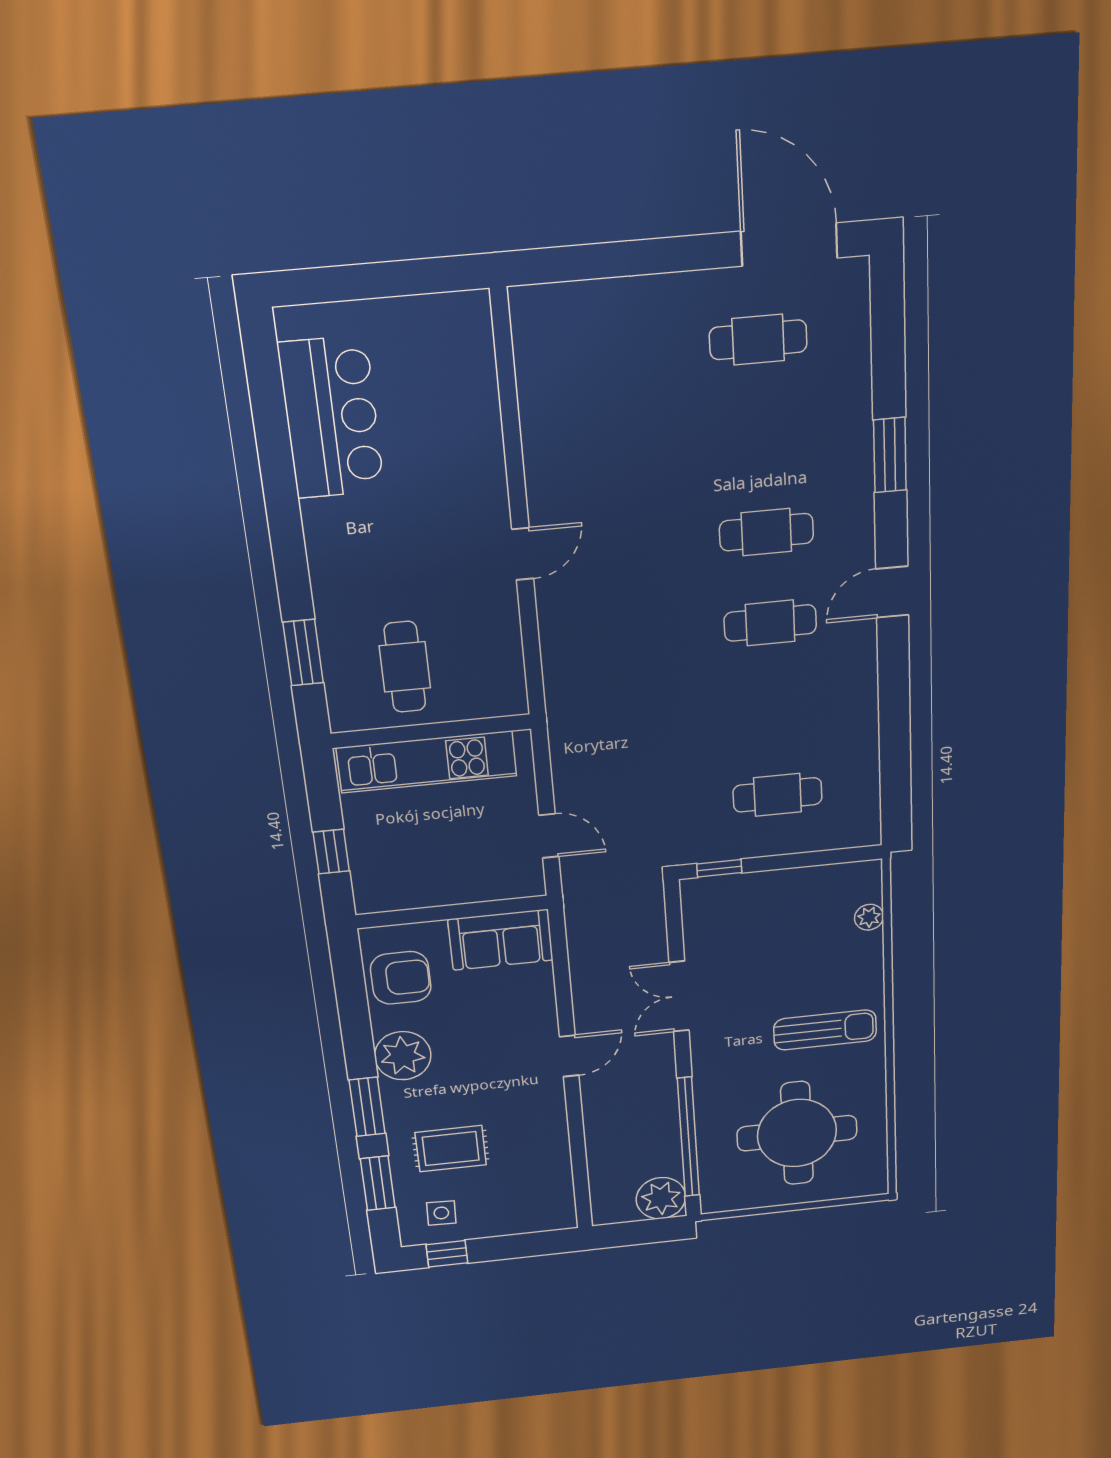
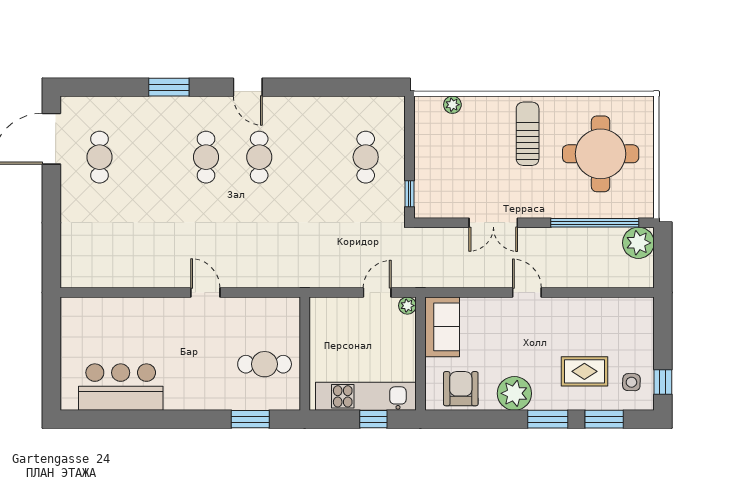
kitchen unit: (427, 762) -> (366, 396), moved, turned -90
plant: (531, 884) -> (407, 306), added
rug: (451, 1149) -> (584, 371), turned 90

